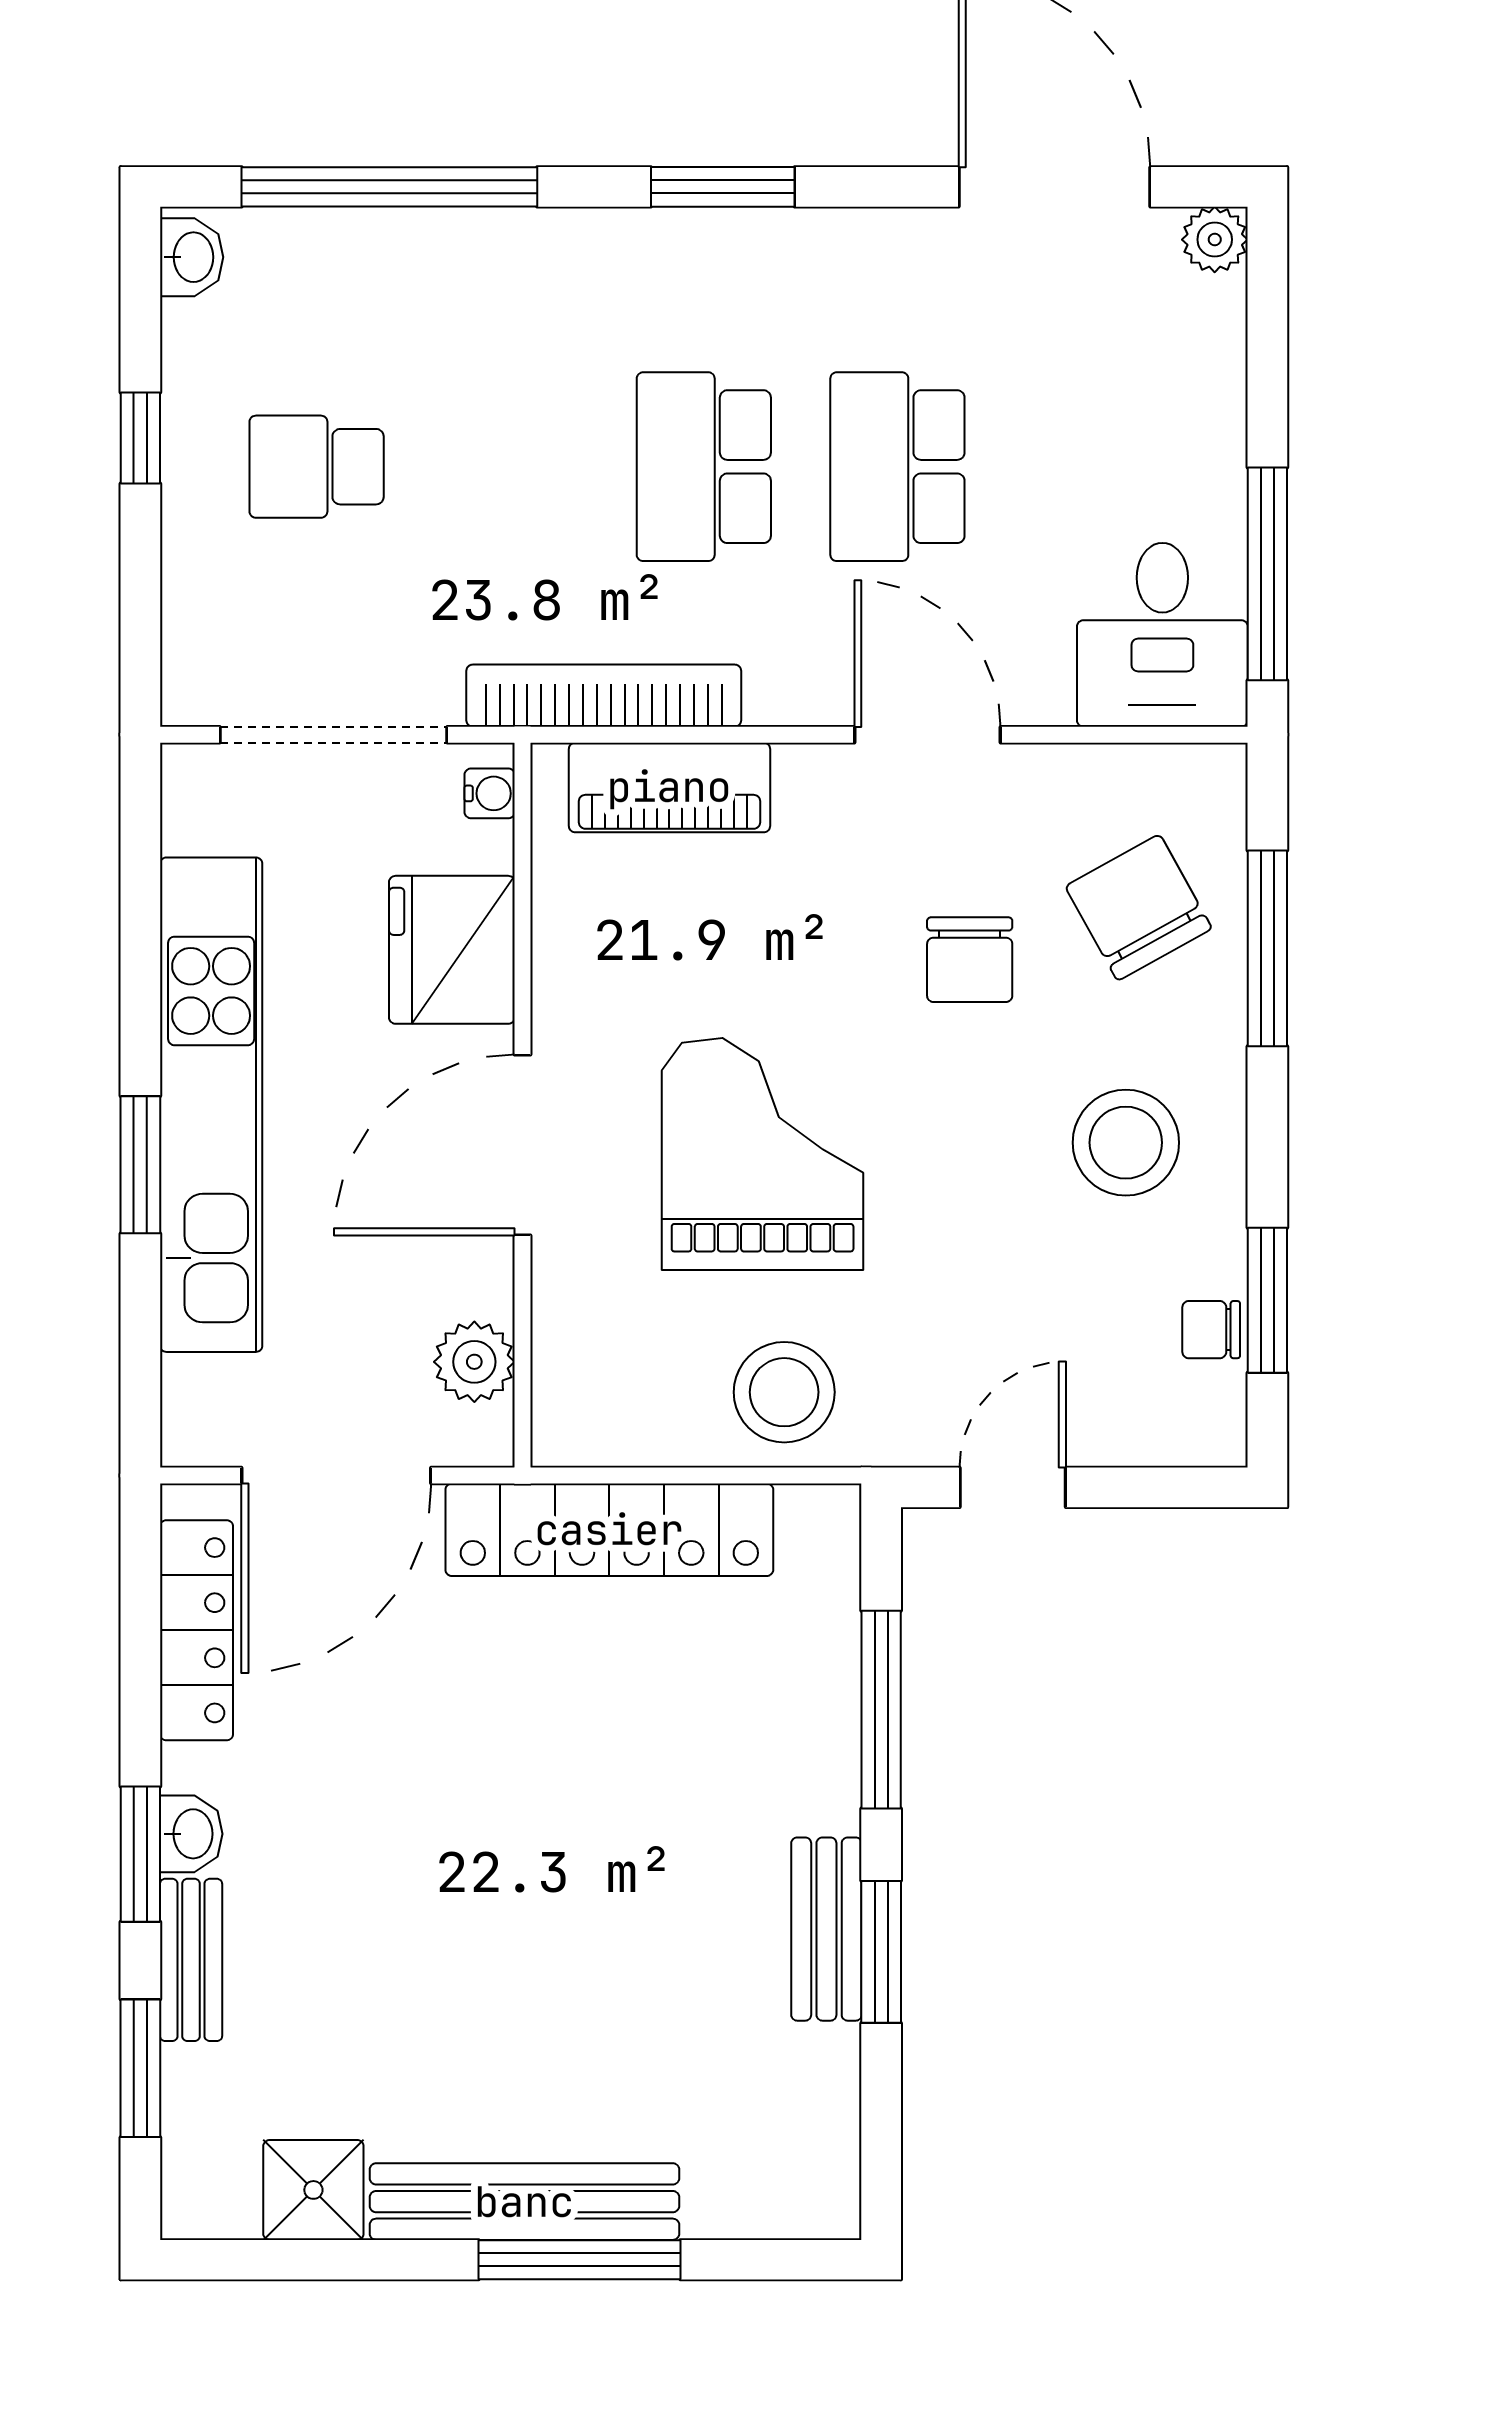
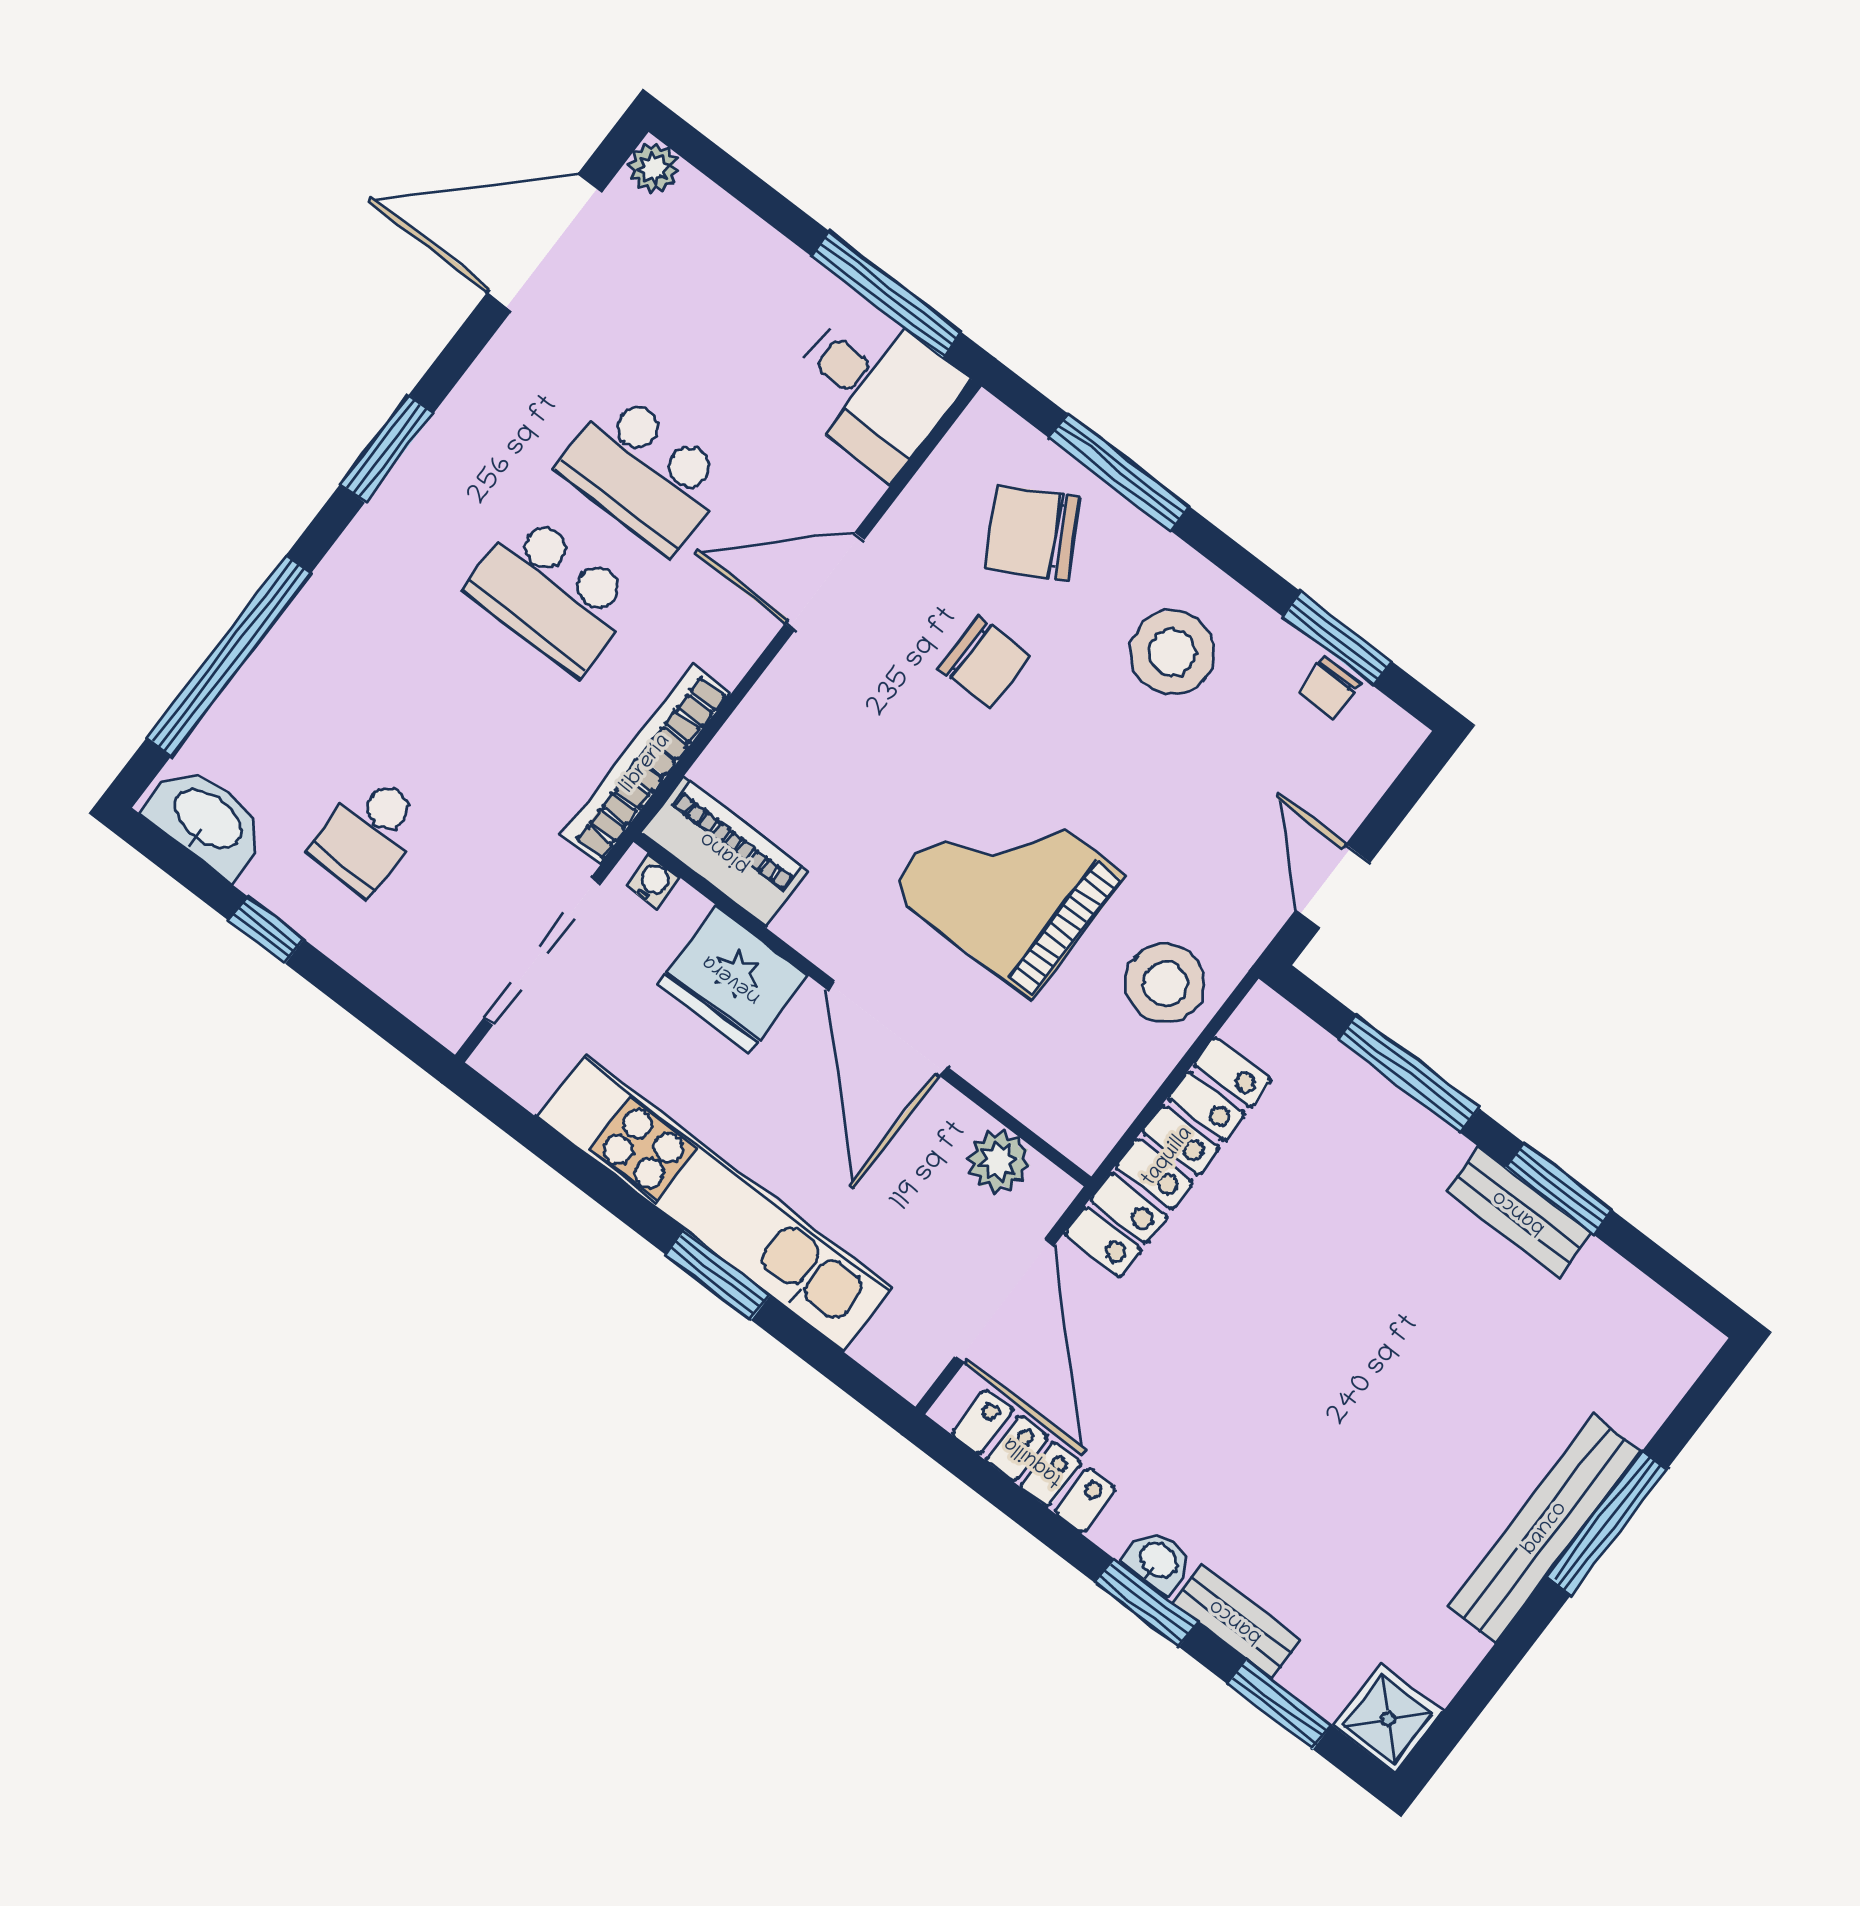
washbasin: (192, 257) -> (207, 820), width x1.91, depth x1.45
piano: (669, 787) -> (725, 852), moved, turned -90
shower: (313, 2190) -> (1388, 1719), moved

